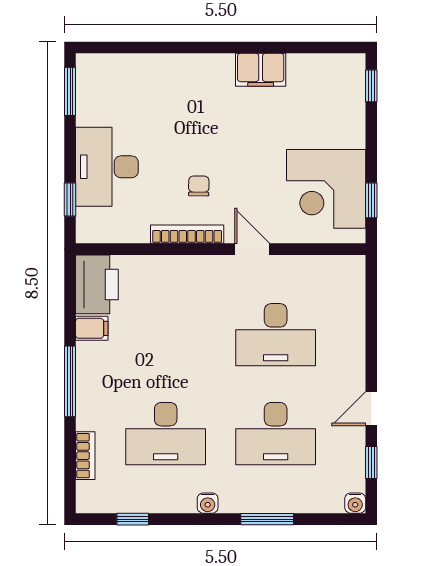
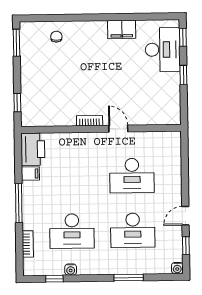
desk: (107, 167) -> (163, 50), moved, turned 180
chair: (199, 186) -> (56, 37), moved
corner desk: (326, 189) -> (159, 95), removed
window: (371, 200) -> (183, 75), moved
bookcase: (187, 234) -> (90, 121), width x0.64
water cooler: (208, 503) -> (71, 270), moved

